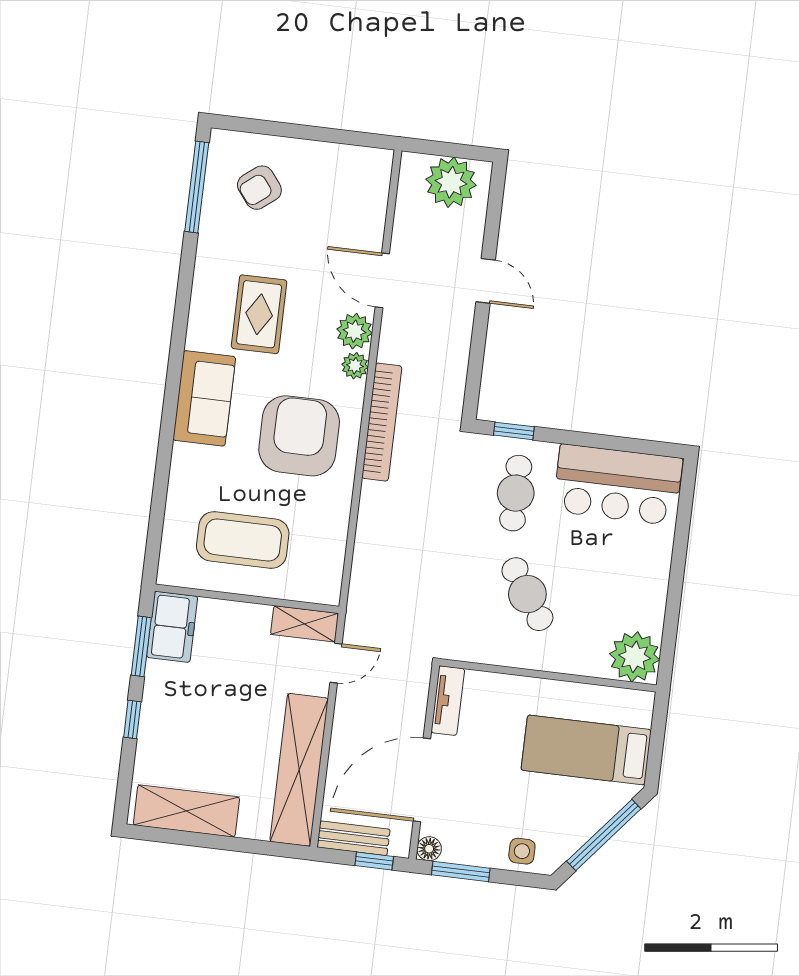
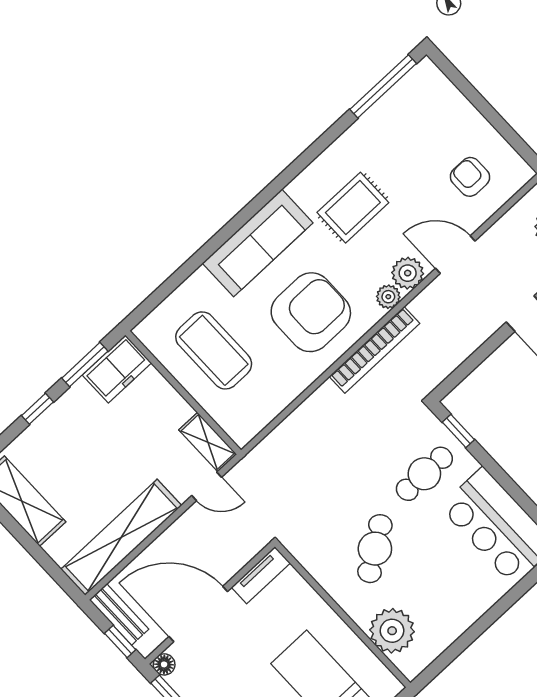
armchair: (259, 188) -> (470, 177), moved, turned 38
door: (382, 280) -> (455, 255), hinge flipped
sofa: (204, 398) -> (258, 243), width x1.36
plant: (635, 657) -> (392, 631), moved

